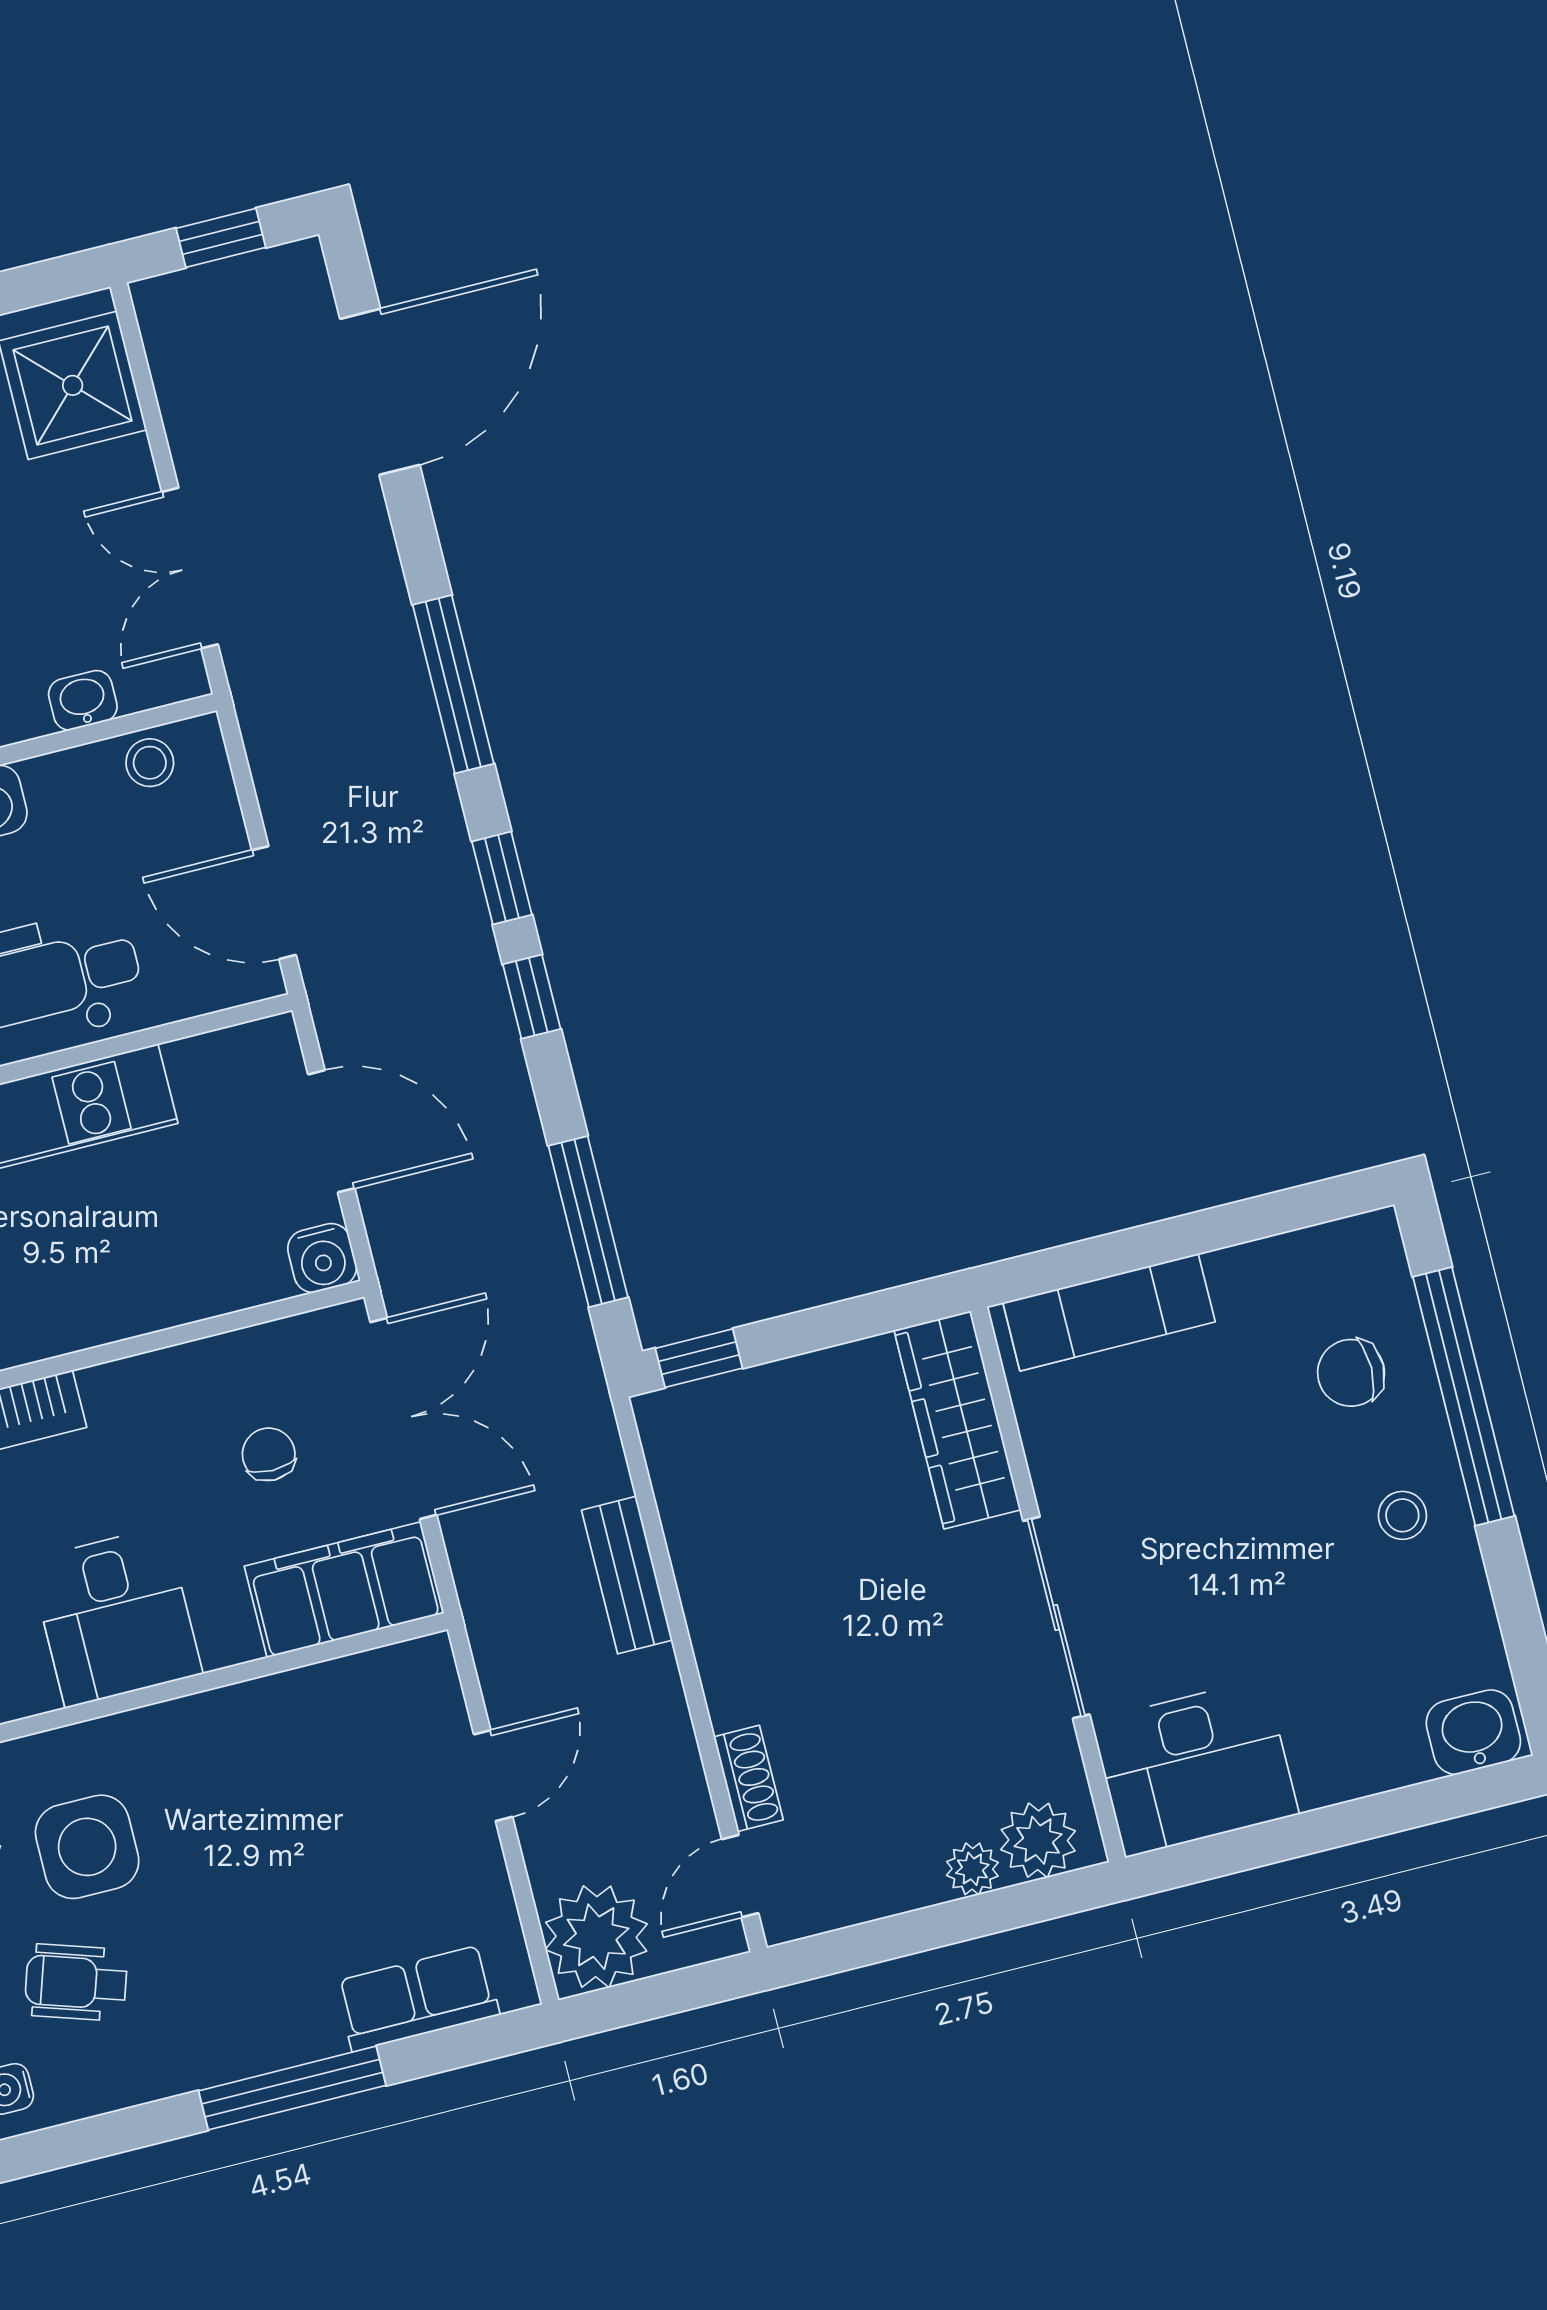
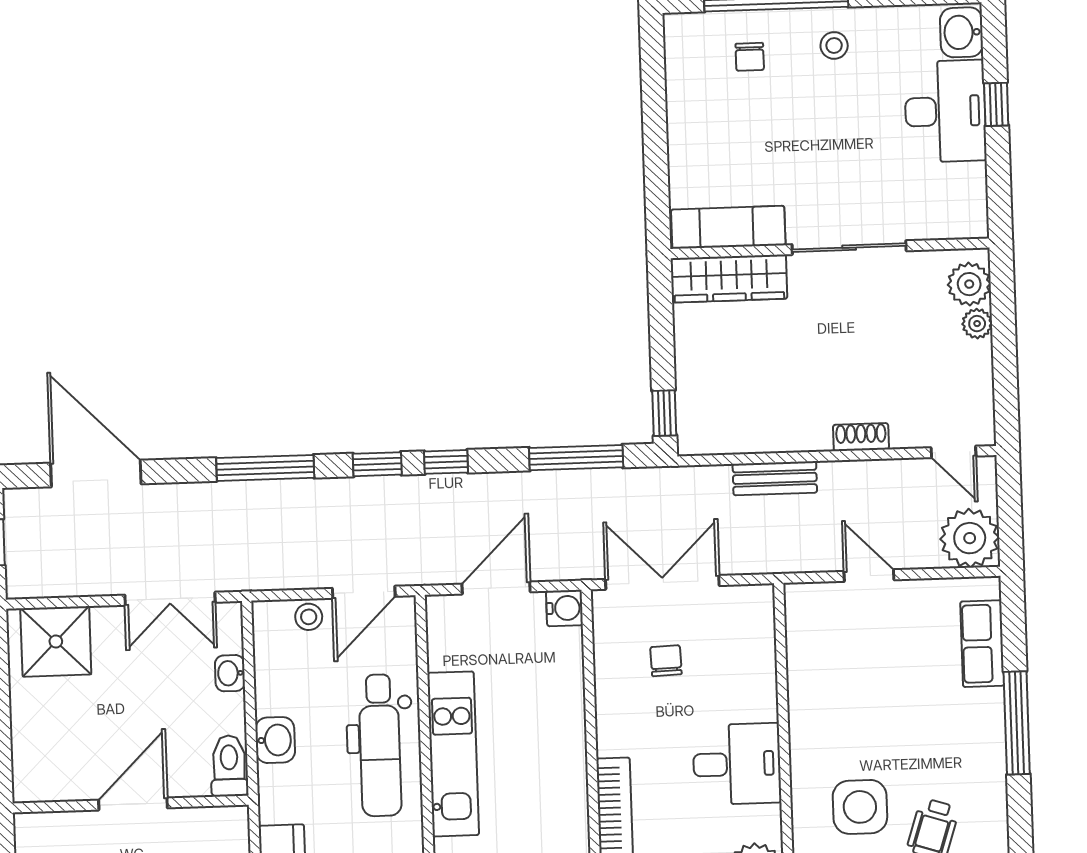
stool: (150, 763) -> (309, 617), moved
exam couch: (1109, 1312) -> (728, 227), moved, turned -90
chair: (1351, 1373) -> (750, 57), width x0.73, depth x0.73
chair: (269, 1454) -> (666, 661), turned 88
filing cabinet: (344, 1590) -> (749, 635), removed
desk: (1195, 1768) -> (945, 111), moved
shoe rack: (748, 1778) -> (861, 437), moved
window: (1361, 1820) -> (996, 104), added

